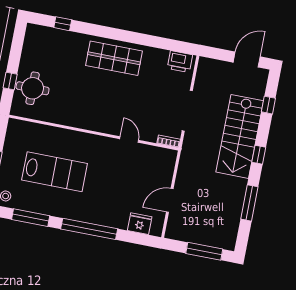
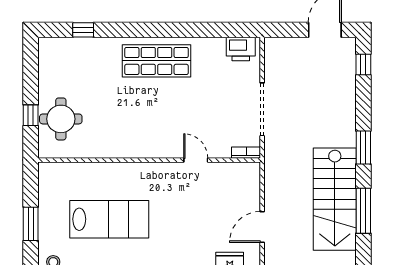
window: (268, 105) -> (363, 64), moved
stairs: (240, 136) -> (335, 199), moved
window: (259, 155) -> (363, 147), width x1.50

